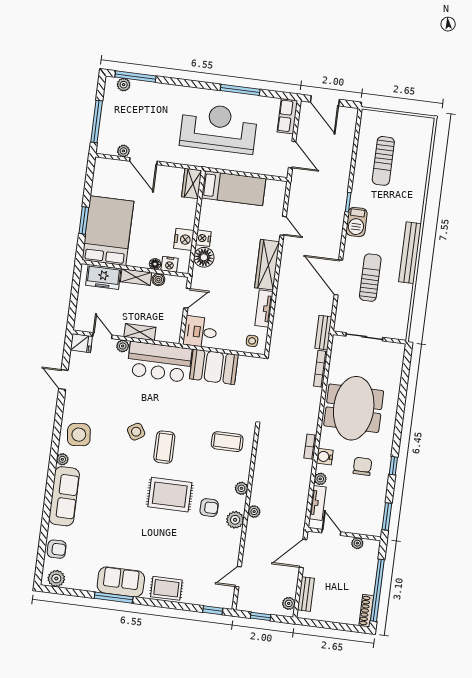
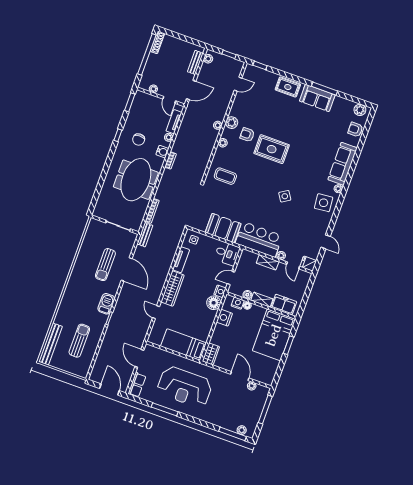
nightstand: (203, 238) -> (220, 291), moved
bench: (410, 253) -> (50, 344), moved
coffee table: (164, 447) -> (268, 182), removed

